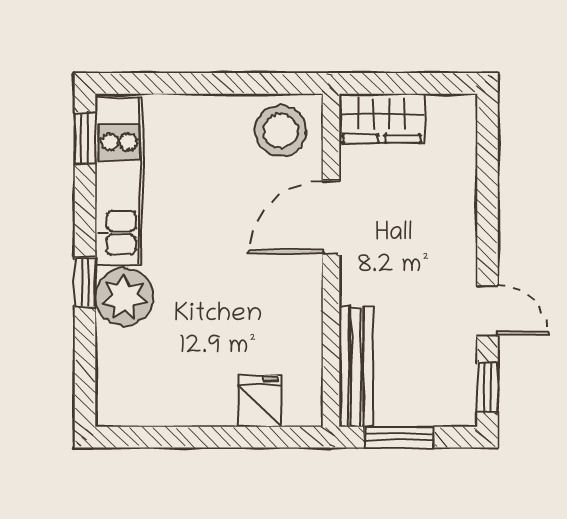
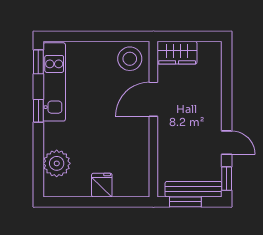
window: (85, 282) -> (38, 111), moved
plant: (124, 297) -> (57, 163), moved
bench: (356, 366) -> (194, 189), moved, turned 90
fridge: (259, 401) -> (102, 185), moved

